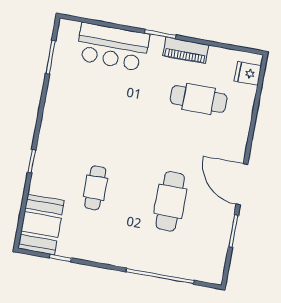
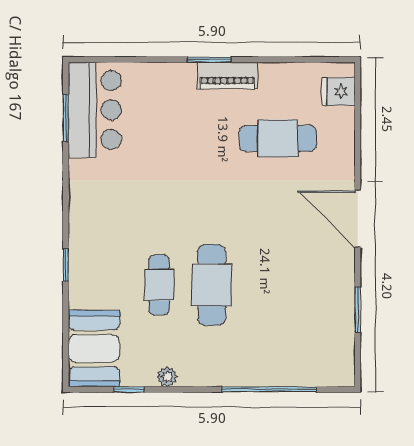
bar counter: (113, 47) -> (95, 110), moved, turned -90
piano: (186, 50) -> (227, 76), moved
door: (242, 184) -> (358, 219), moved
cafe table: (170, 201) -> (212, 285), moved
plant: (89, 254) -> (167, 377), added

